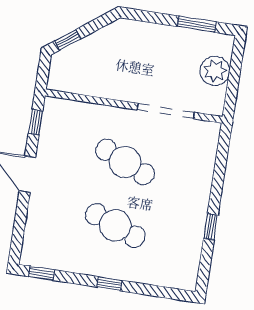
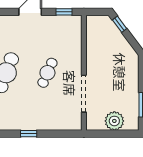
cafe table: (125, 162) -> (47, 73), width x0.73, depth x0.74
window: (211, 227) -> (29, 134), moved

